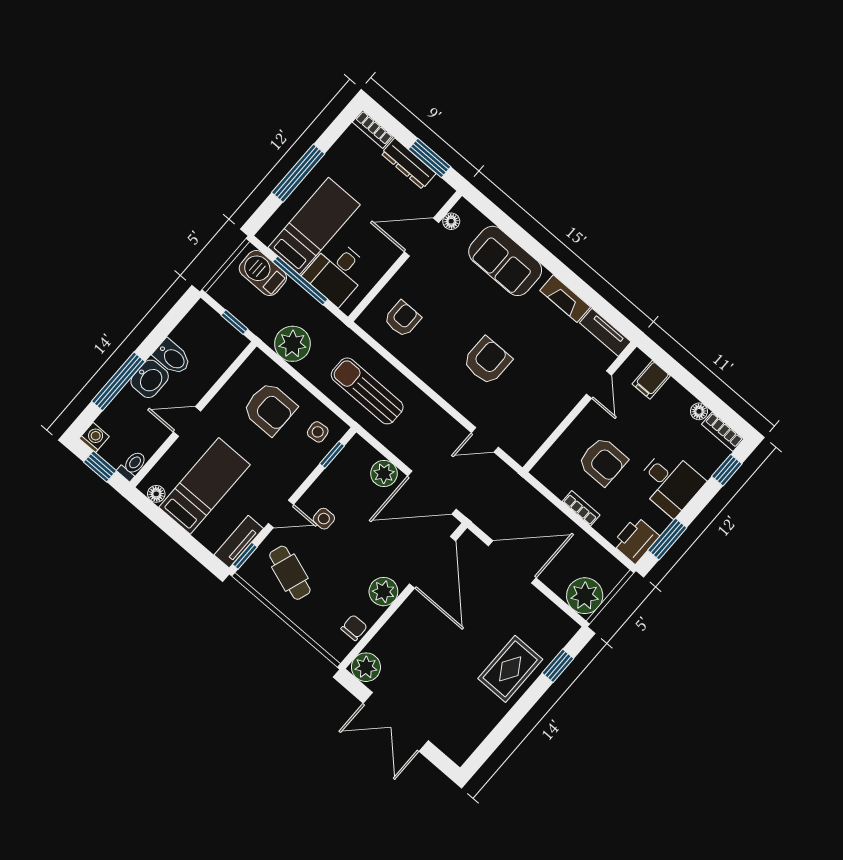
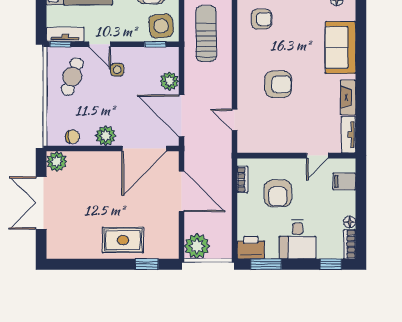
side table: (318, 432) -> (161, 26), width x1.87, depth x1.87
bookcase: (581, 508) -> (242, 180), moved

